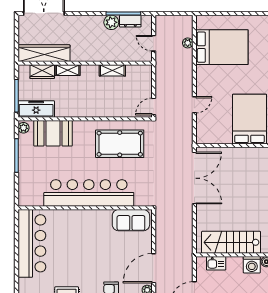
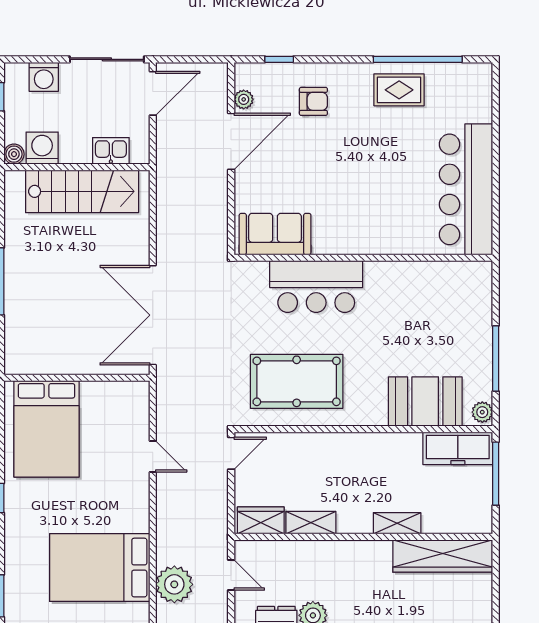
plant: (188, 43) -> (174, 584), width x1.88, depth x1.88
wardrobe: (42, 72) -> (261, 520), moved
door: (194, 105) -> (153, 456), swing flipped
bar counter: (89, 193) -> (316, 287), width x0.54

